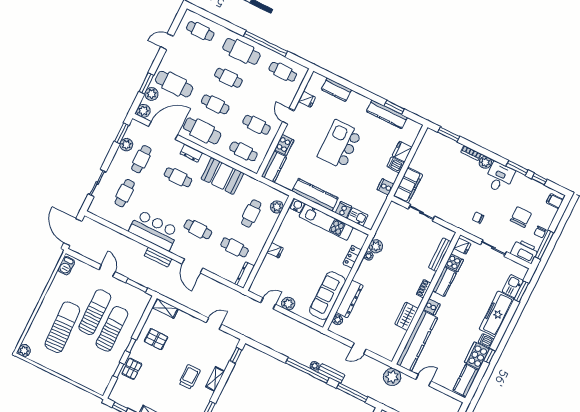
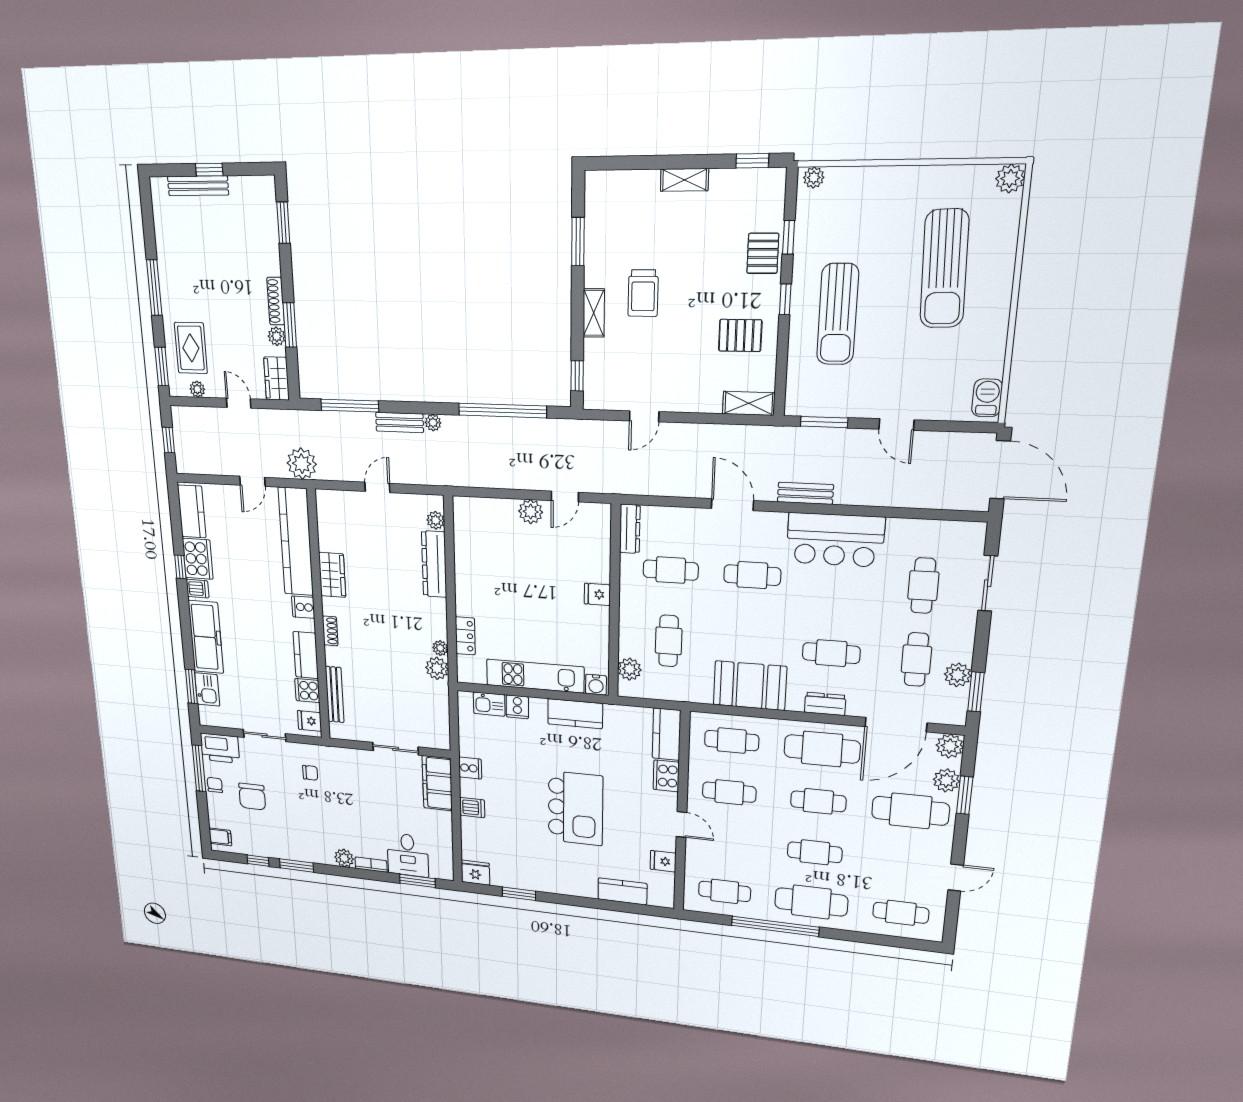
kitchen counter: (387, 114) -> (524, 880), removed
fridge: (402, 152) -> (475, 873), moved, turned -90
desk: (499, 177) -> (408, 855), moved
kitchen counter: (315, 195) -> (575, 714), width x0.67
sofa: (327, 296) -> (472, 554), removed
sun lounger: (95, 312) -> (887, 331), removed
window: (307, 370) -> (502, 411), moved
plant: (98, 389) -> (814, 177), added

